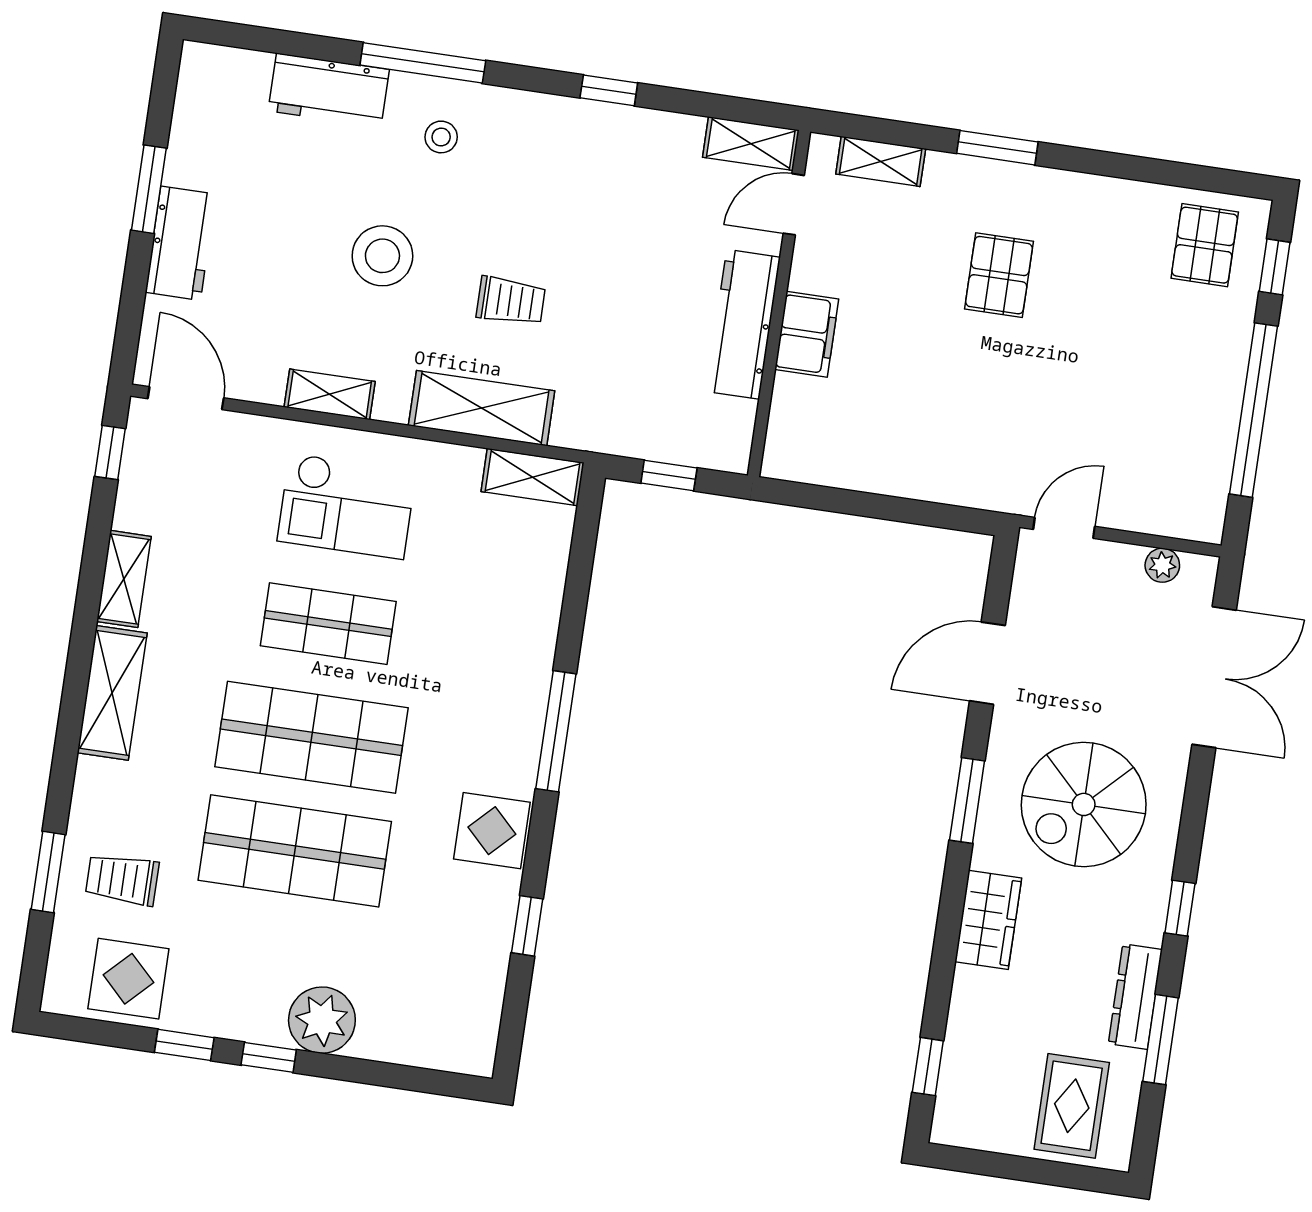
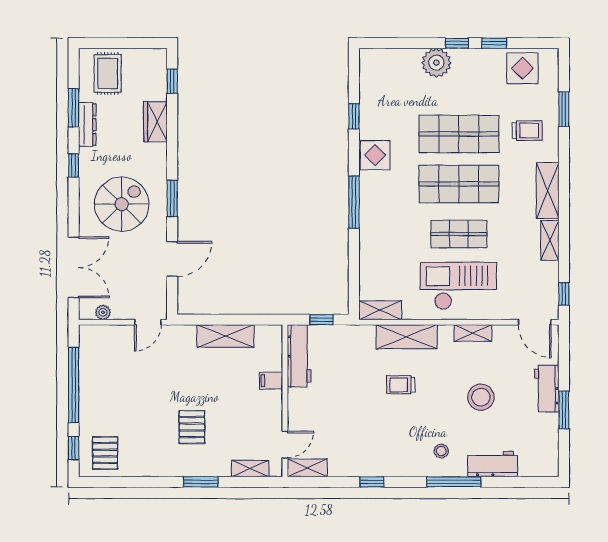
stool: (382, 256) -> (481, 397), moved
workbench: (743, 324) -> (299, 356), moved
filing cabinet: (807, 334) -> (271, 381), width x0.50
shelving: (892, 471) -> (225, 336), added
checkout: (347, 506) -> (458, 286), width x1.36, depth x1.21
double door: (1214, 677) -> (74, 267), swing flipped
trolley: (122, 879) -> (527, 131), moved
wardrobe: (988, 920) -> (156, 122), moved

